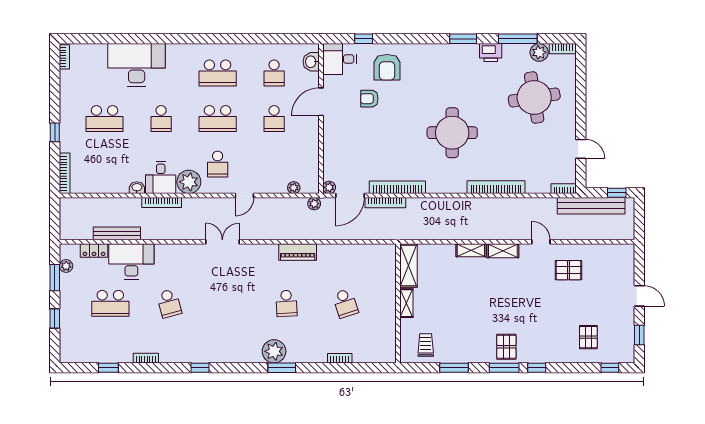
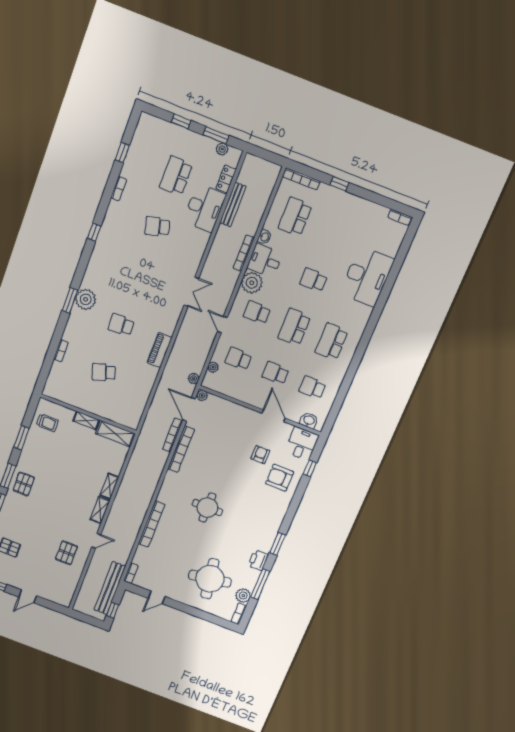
school desk: (105, 119) -> (295, 217), moved
round table: (452, 133) -> (207, 507), width x0.73, depth x0.73
school desk: (274, 164) -> (238, 359), added
pallet: (506, 347) -> (24, 484), turned 90

